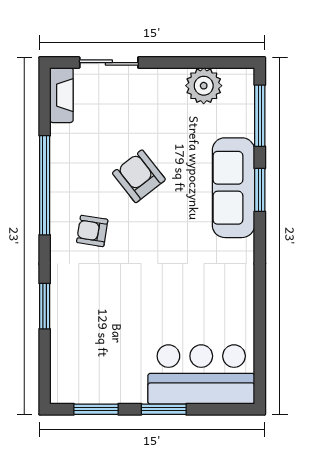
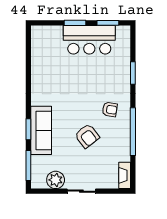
sliding door: (109, 63) -> (81, 191), moved
bar counter: (201, 374) -> (89, 40), moved

